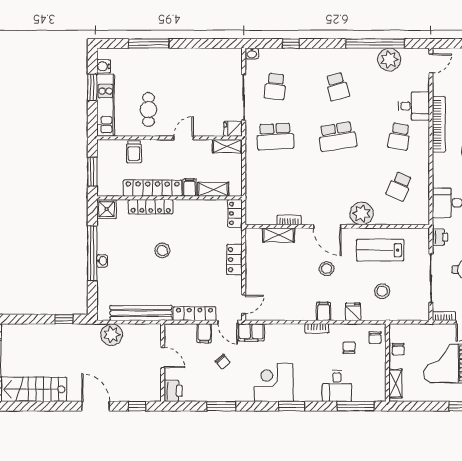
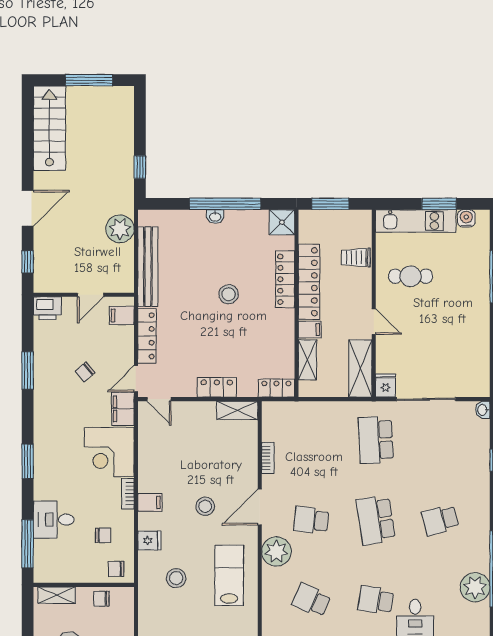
school desk: (275, 87) -> (311, 520), moved
shelving: (227, 146) -> (360, 368), width x1.50, depth x1.33
shelving: (279, 235) -> (237, 410), moved, turned 90
filing cabinet: (204, 333) -> (122, 315), moved
corner desk: (274, 382) -> (109, 452), moved, turned 180

